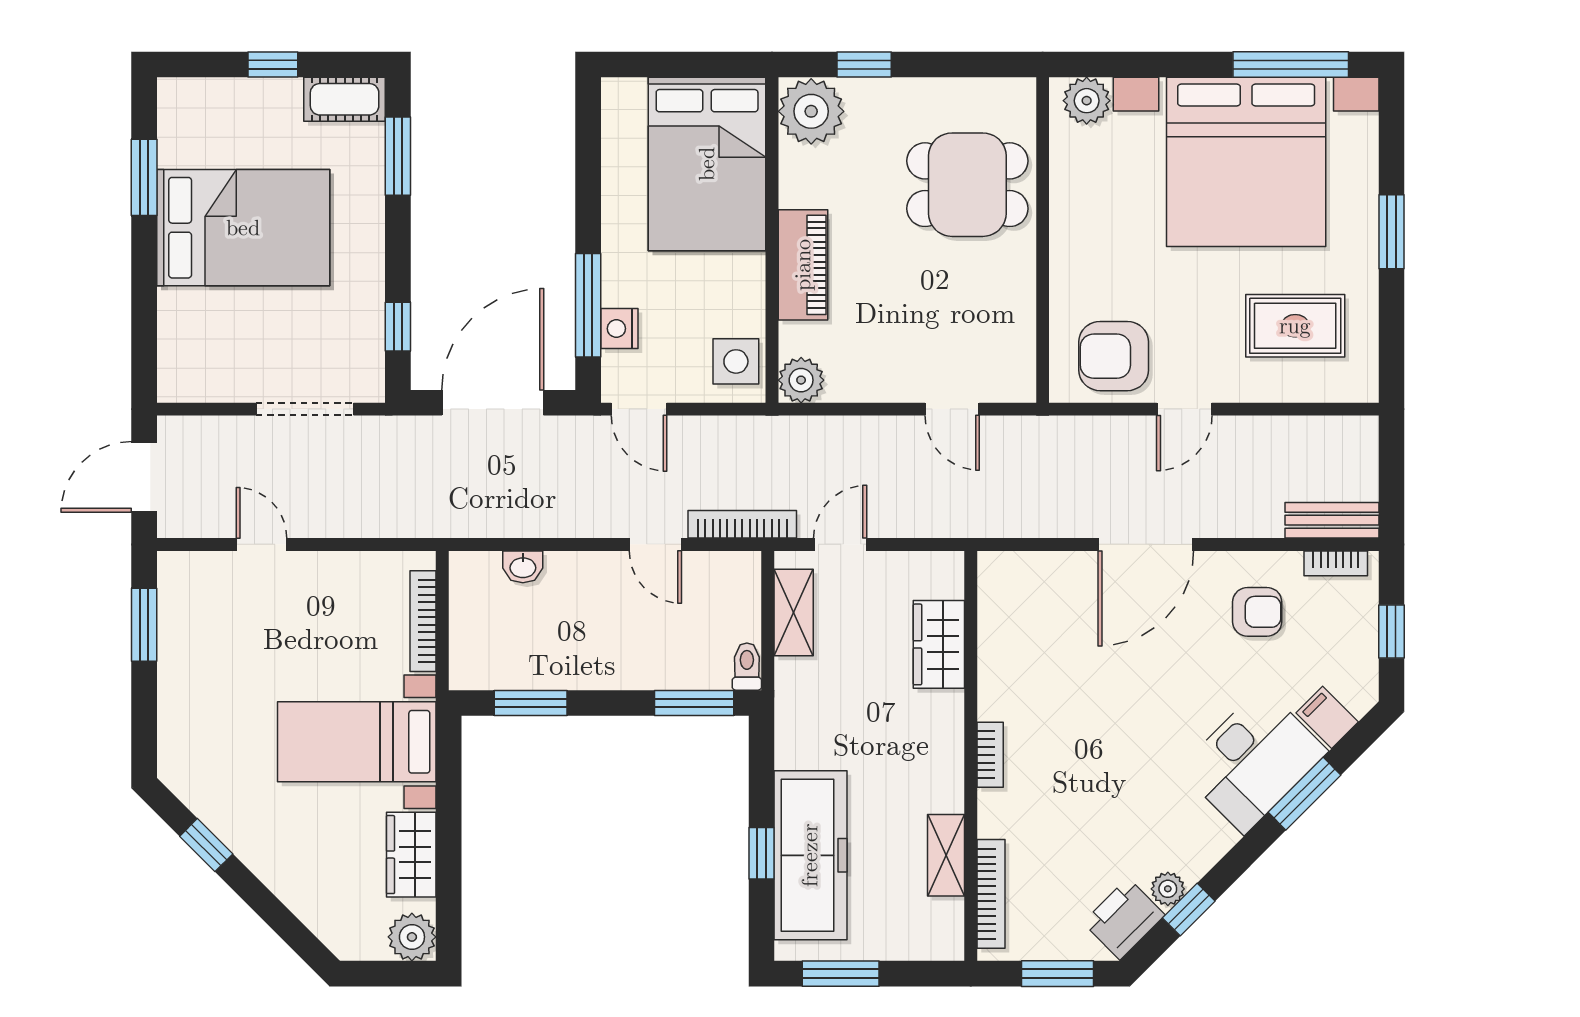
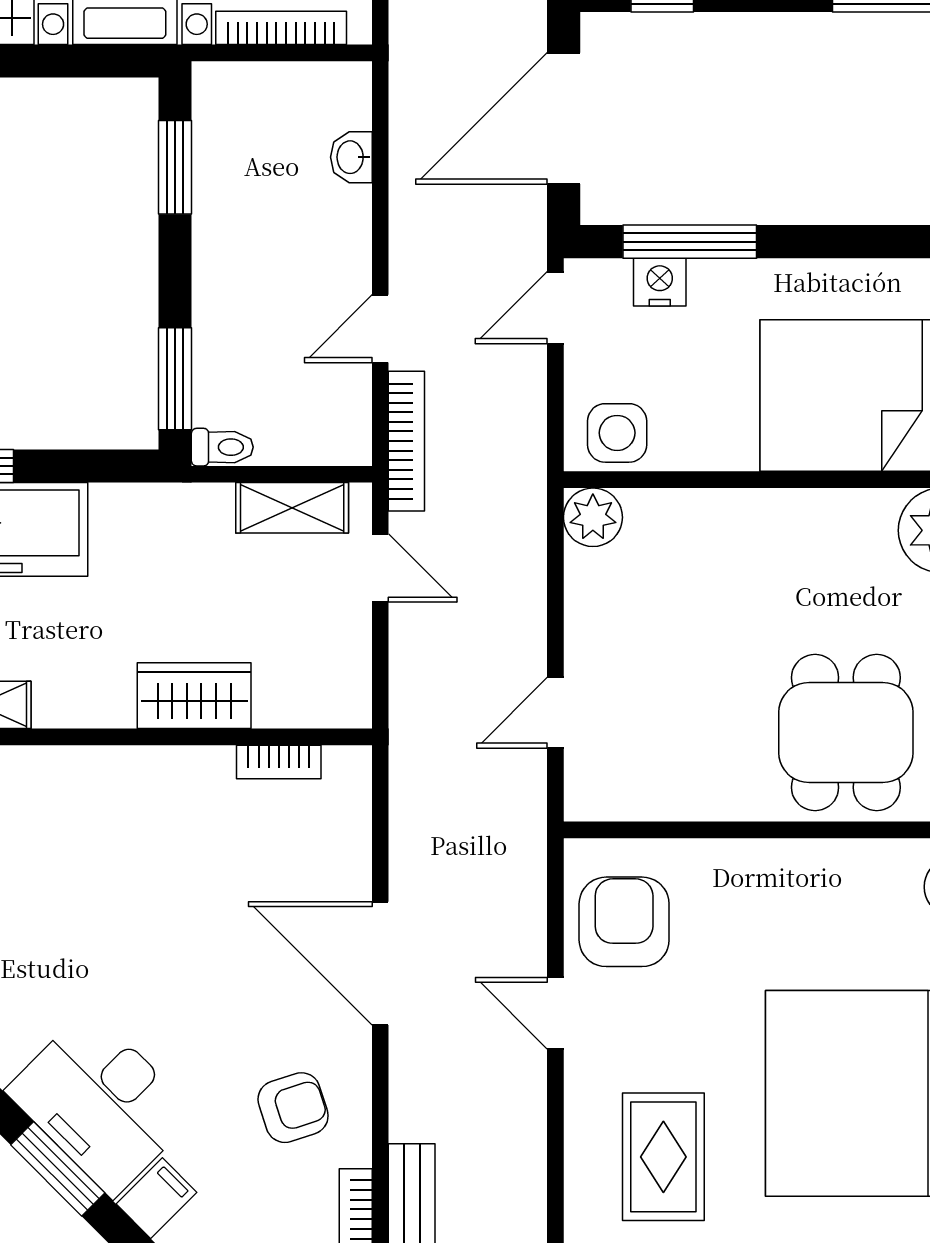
piano: (803, 265) -> (742, 520), removed
door: (493, 403) -> (564, 118), swing flipped
armchair: (1257, 612) -> (293, 1108), turned -108
wardrobe: (939, 644) -> (194, 696), moved
bookcase: (990, 755) -> (279, 762), moved

